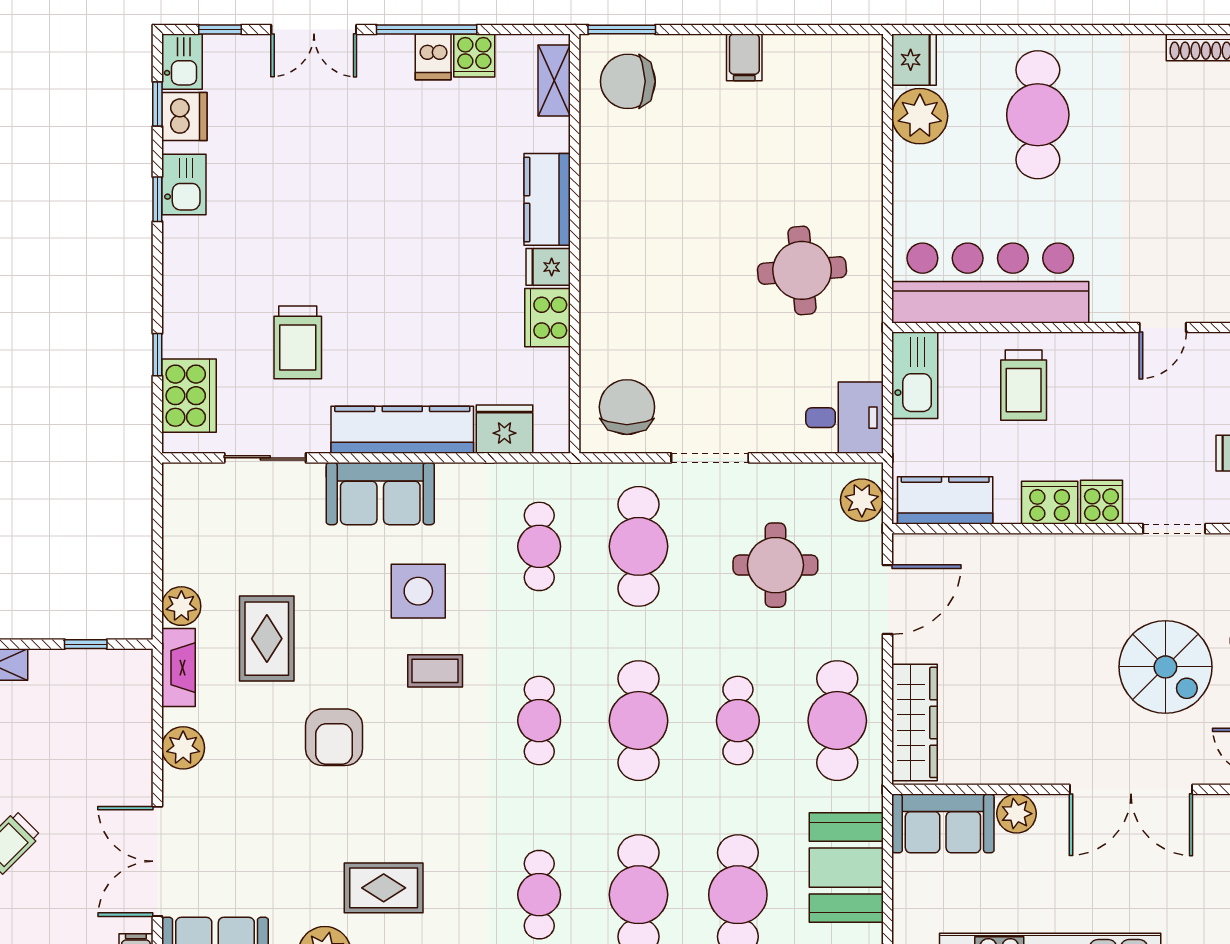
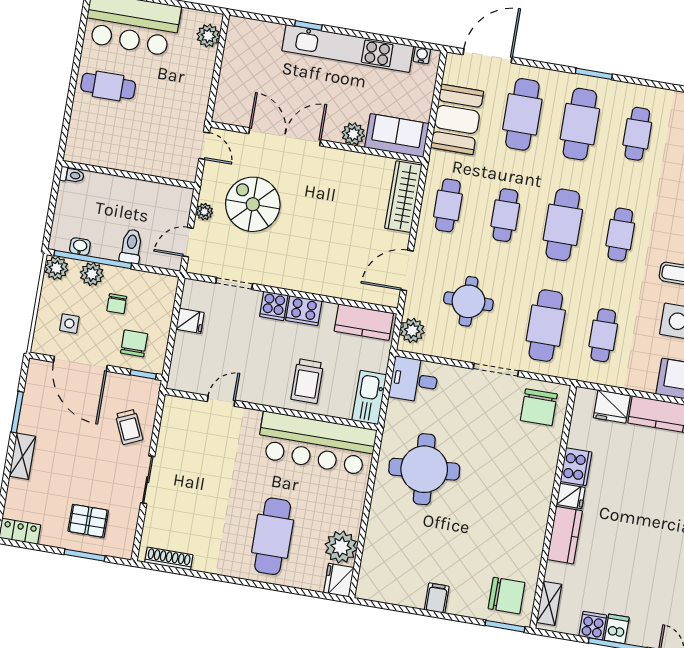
round table: (802, 270) -> (424, 469), width x1.36, depth x1.36
trolley: (1024, 385) -> (307, 381), turned 180
cafe table: (837, 721) -> (448, 205), width x0.73, depth x0.74

